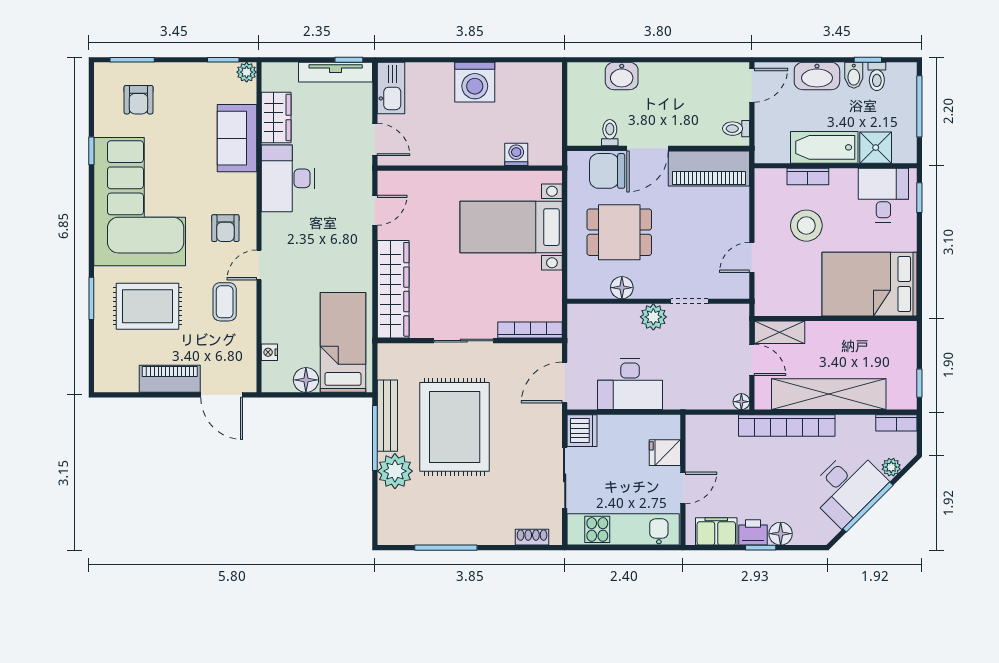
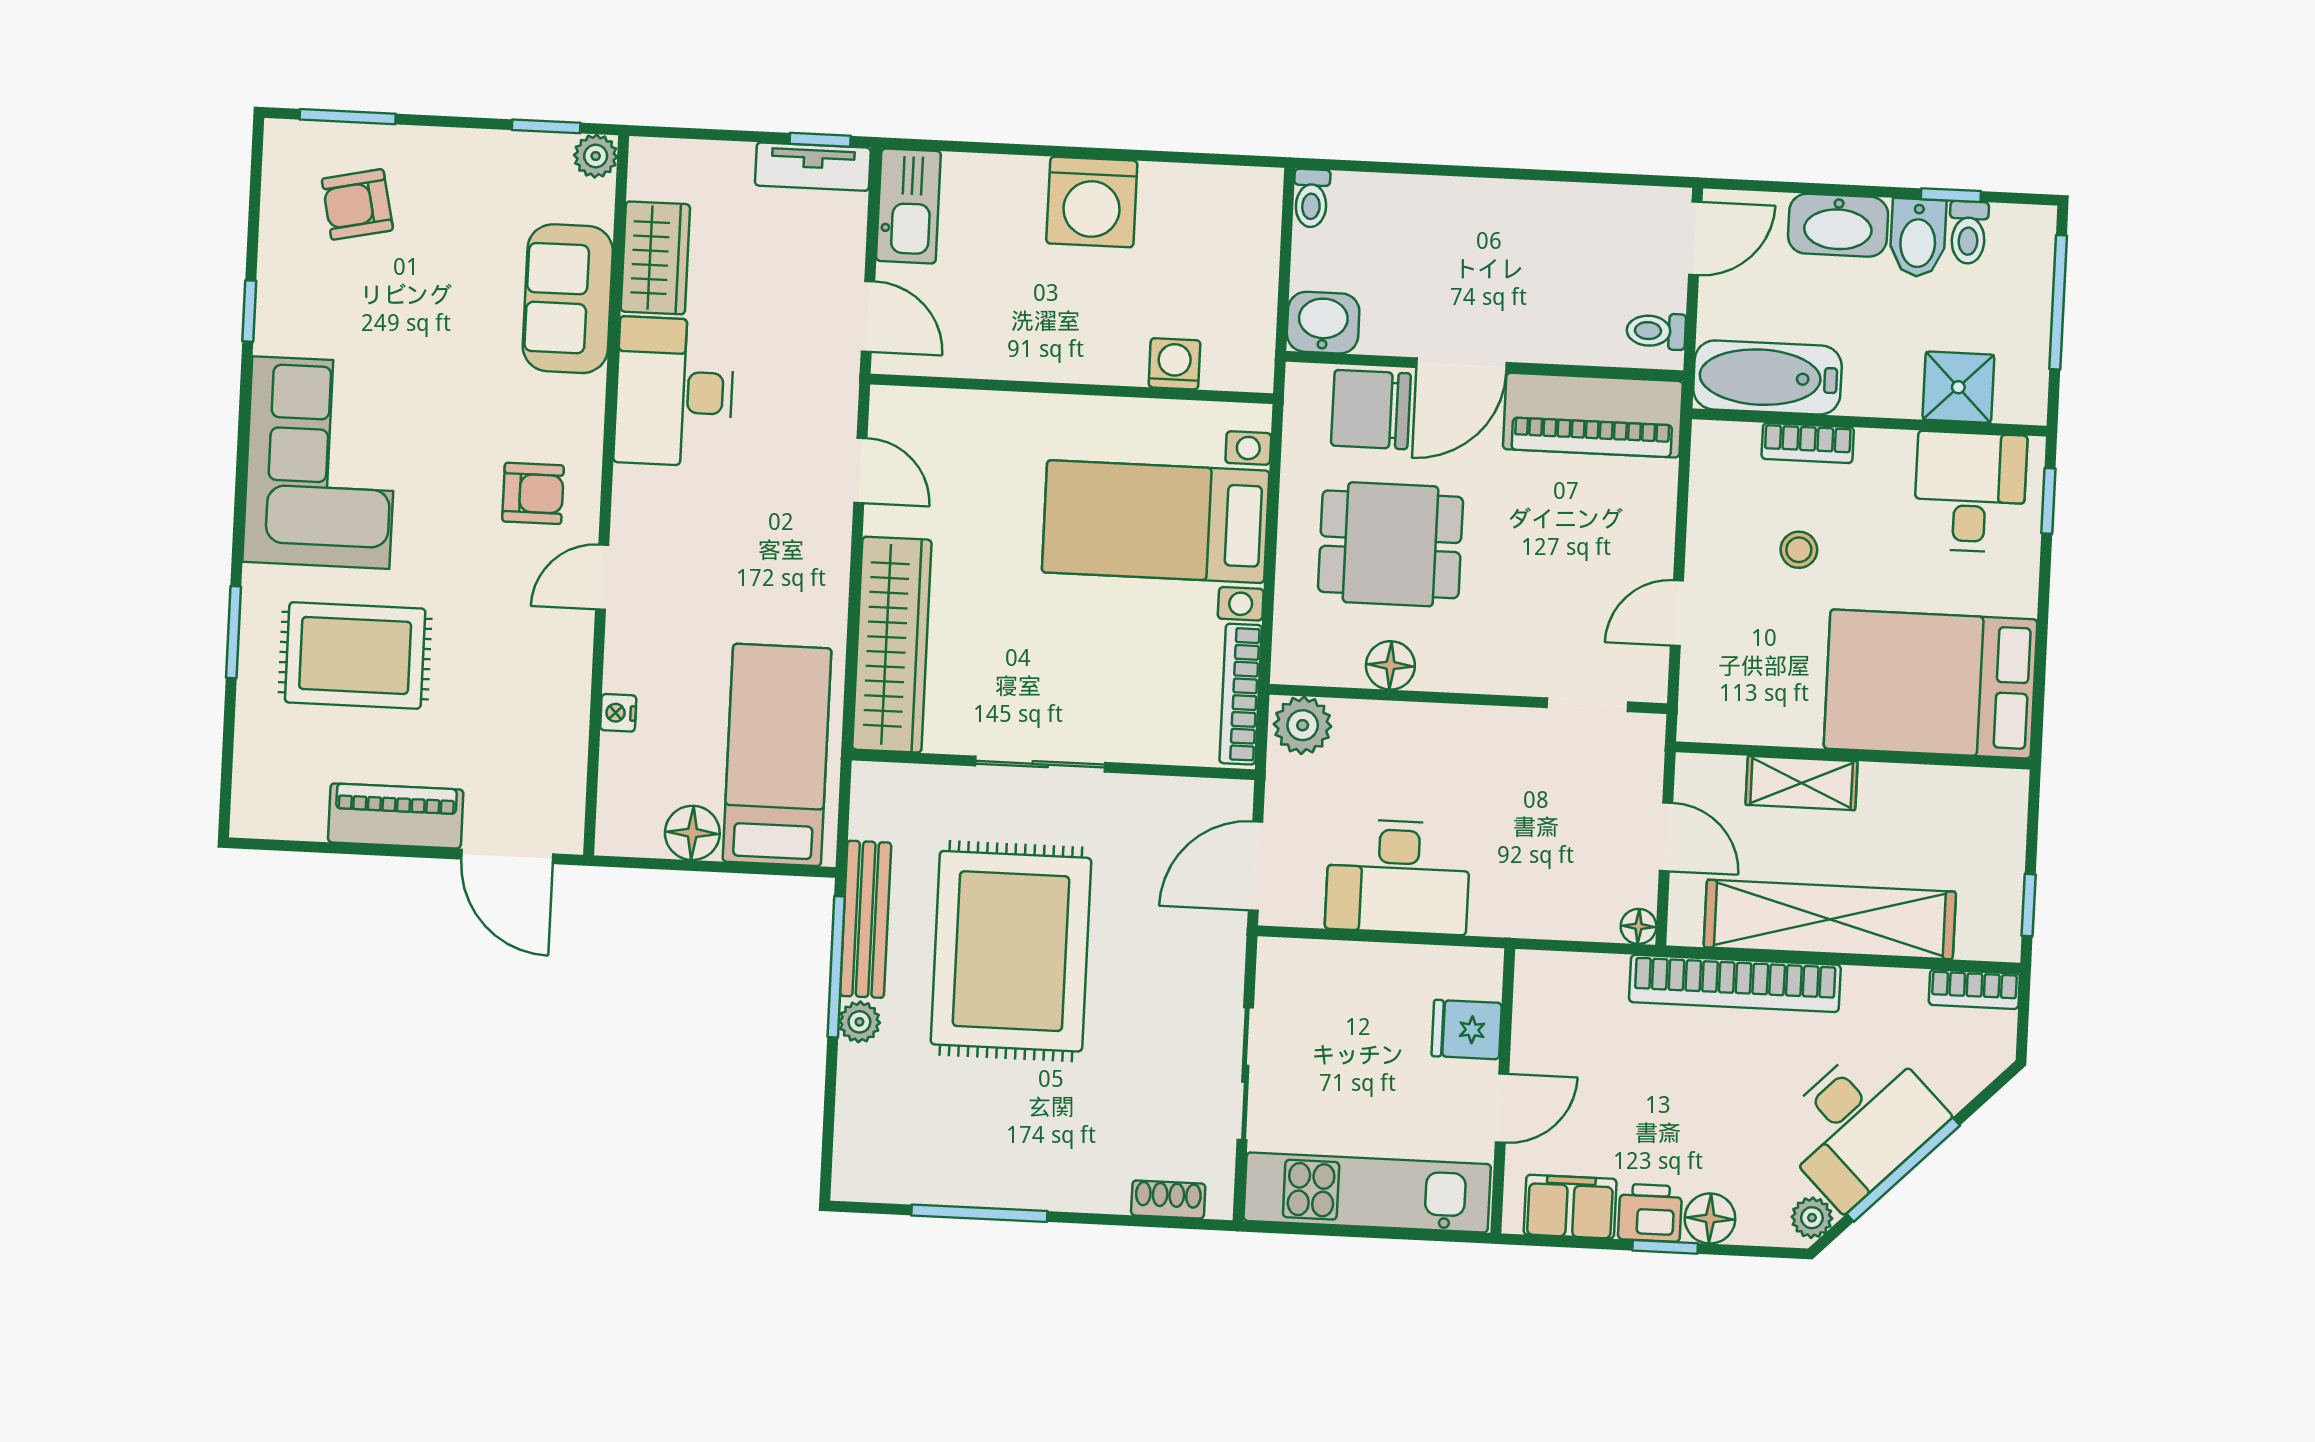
tv unit: (336, 72) -> (813, 167), width x0.71
bidet: (854, 75) -> (1918, 238), width x1.38, depth x1.36
washbasin: (622, 76) -> (1323, 323), moved, turned 180
armchair: (139, 100) -> (357, 204), turned 78
toilet: (610, 133) -> (1311, 198), moved, turned 180
bathtub: (824, 147) -> (1767, 377), moved
corner sofa: (140, 202) -> (321, 463), width x0.73, depth x0.74
door: (375, 210) -> (860, 470), hinge flipped
stool: (806, 226) -> (1799, 550), width x0.53, depth x0.53
armchair: (225, 228) -> (533, 493), turned -90
doorway: (689, 301) -> (1587, 705), moved
coffee table: (225, 302) -> (523, 654), removed
plant: (653, 317) -> (1303, 725), moved
bookcase: (530, 330) -> (1241, 694), moved, turned -90
shelving: (779, 332) -> (1802, 783), moved
nightstand: (269, 352) -> (618, 713), moved
dishwasher: (582, 431) -> (1288, 973), removed
plant: (891, 467) -> (1812, 1218), moved
plant: (395, 471) -> (859, 1022), width x0.53, depth x0.53

